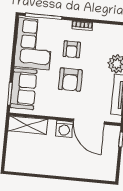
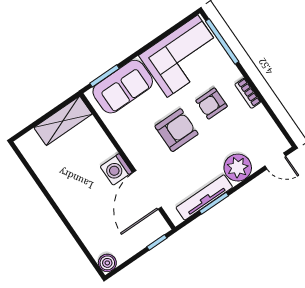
armchair: (70, 80) -> (177, 130), turned 180
shelving: (28, 125) -> (63, 121), moved, turned 90
boiler: (110, 175) -> (107, 263), added

